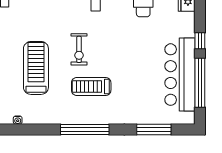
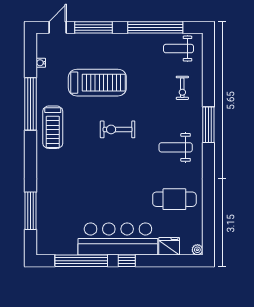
bar counter: (180, 75) -> (118, 239), moved
treadmill: (91, 86) -> (53, 127), moved, turned 180
window: (85, 129) -> (31, 104), moved

